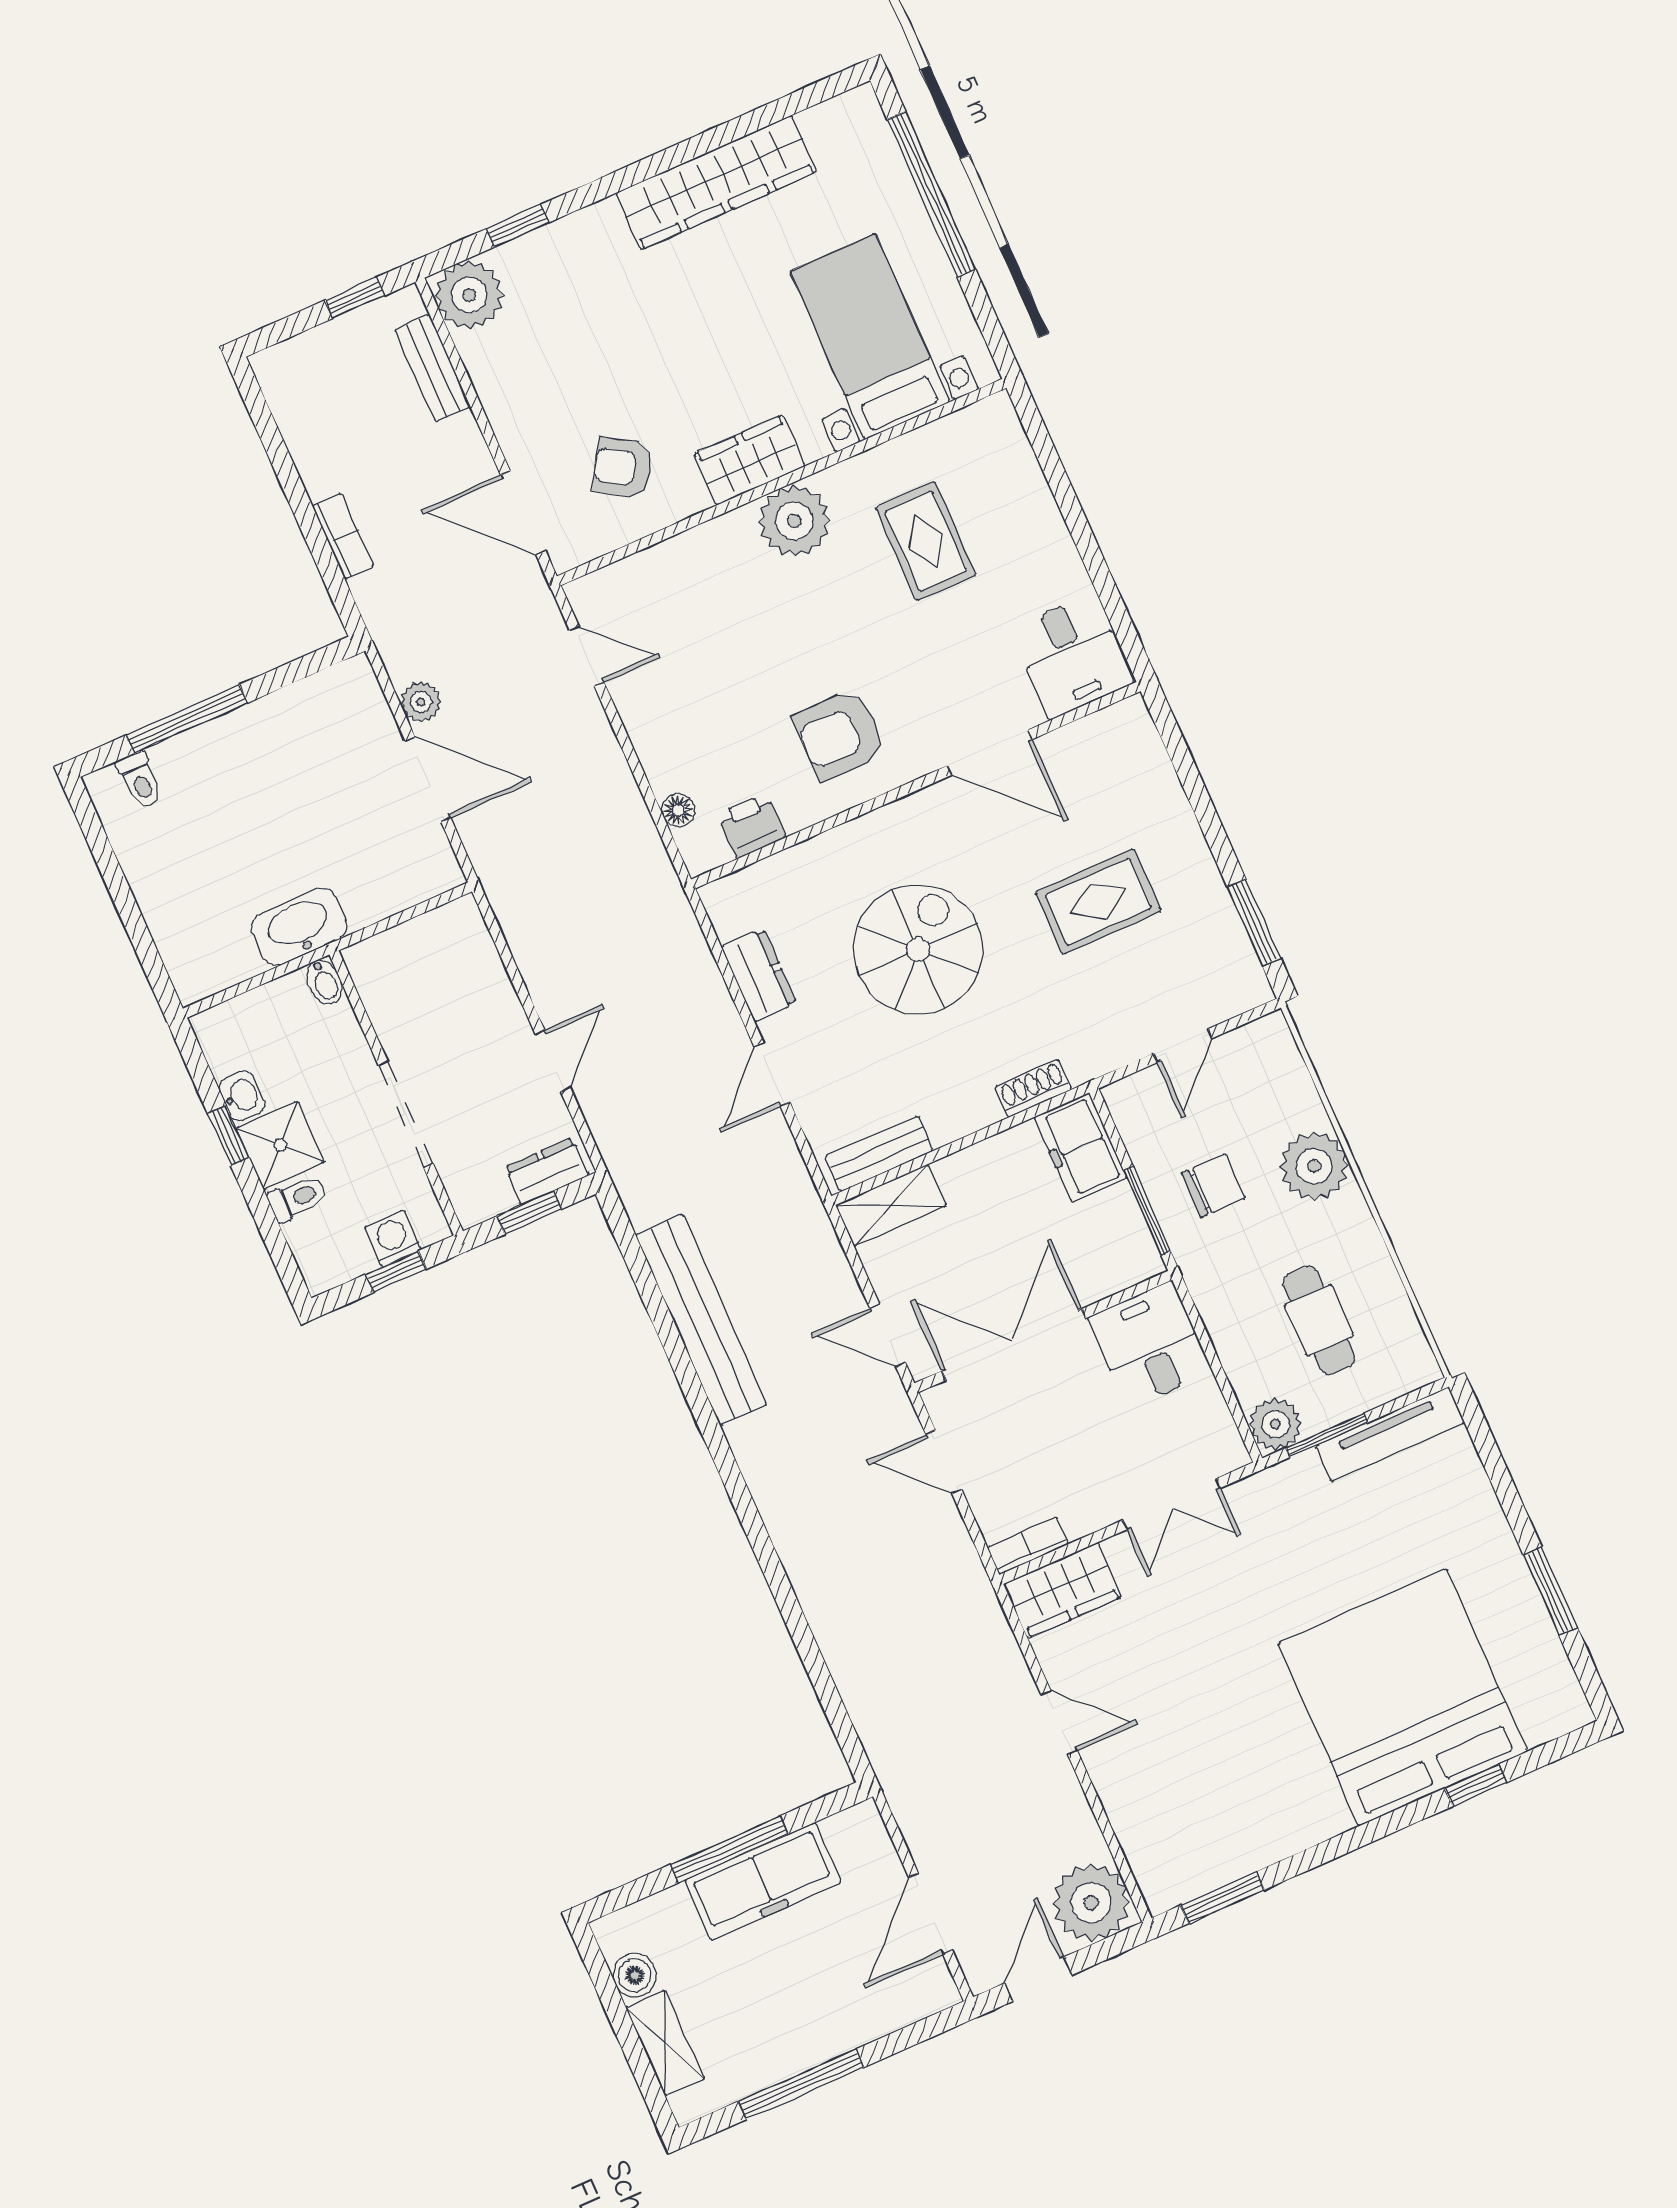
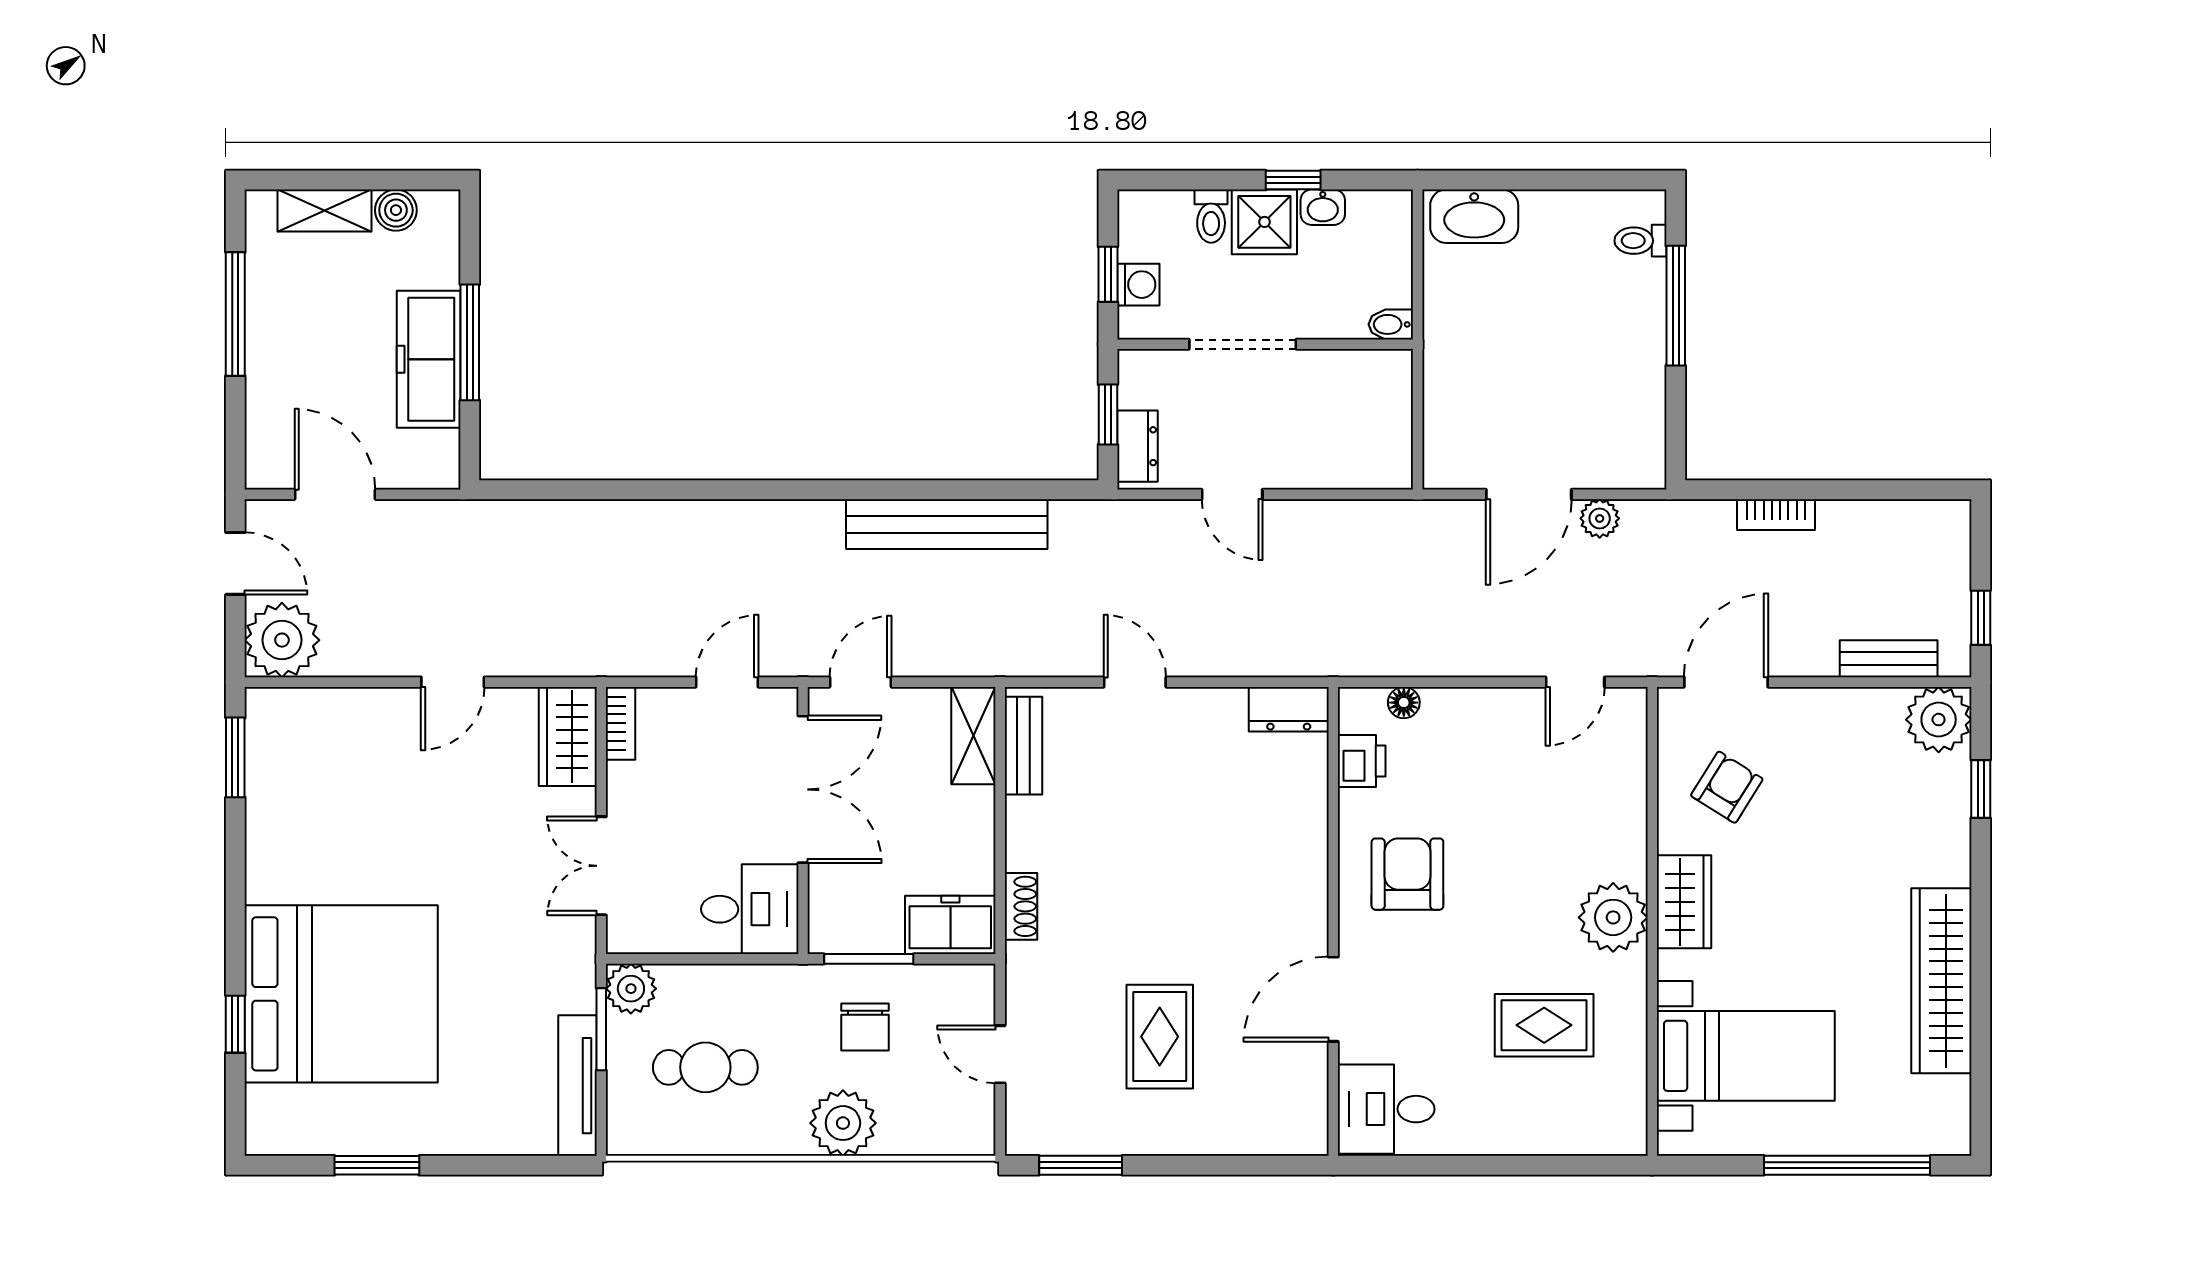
washbasin: (299, 927) -> (1474, 216), moved, turned 90
spiral stairs: (918, 950) -> (1188, 859), removed
dresser: (759, 975) -> (1289, 709), moved

